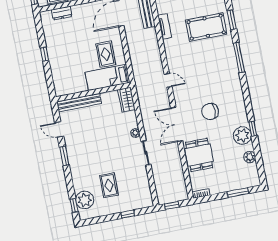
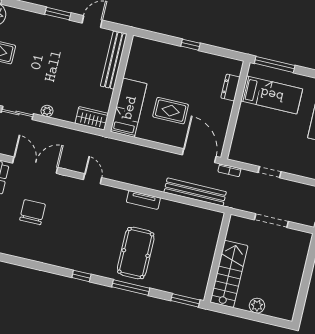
window: (232, 20) -> (131, 288), width x1.44
tv unit: (165, 26) -> (143, 200), moved
rug: (106, 54) -> (171, 111), moved
window: (239, 58) -> (81, 276), width x0.46
door: (168, 80) -> (92, 179), swing flipped

